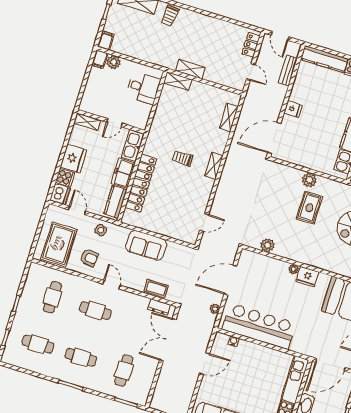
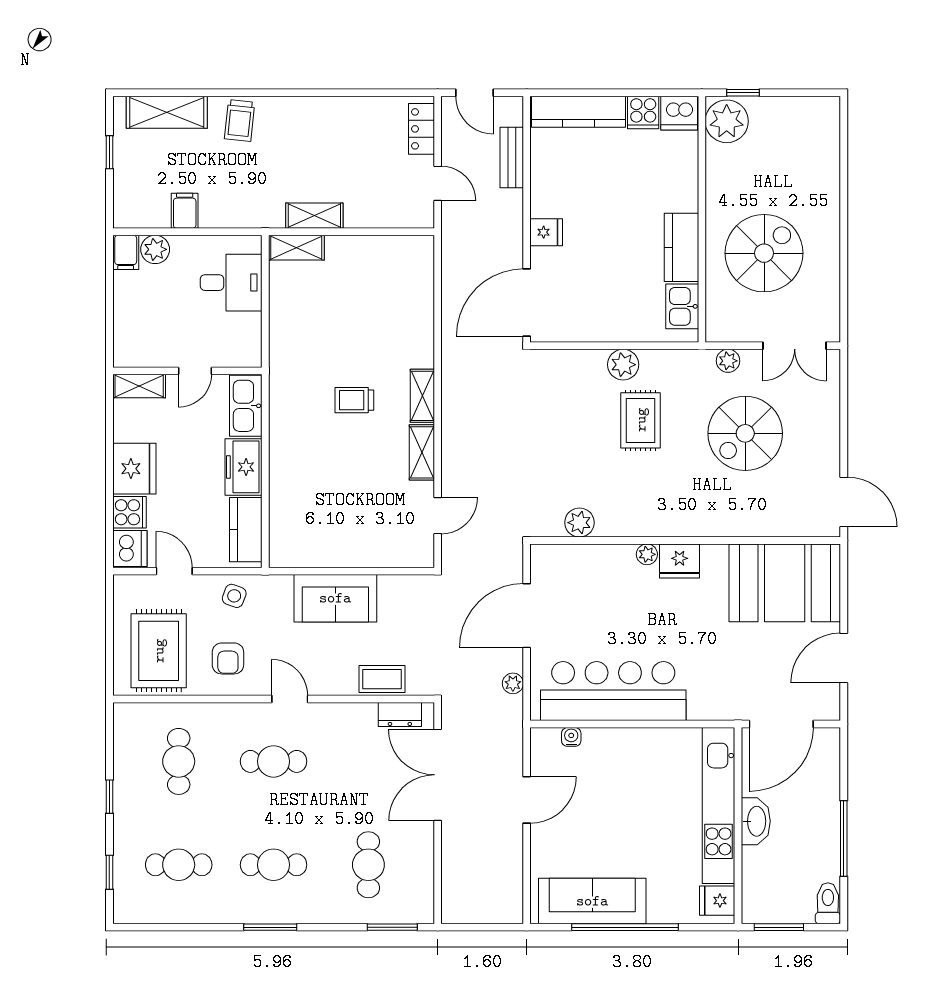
filing cabinet: (106, 41) -> (185, 211), moved
shelving: (229, 117) -> (422, 452), moved
locker: (141, 183) -> (286, 476), removed
armchair: (89, 258) -> (228, 658), turned 84

